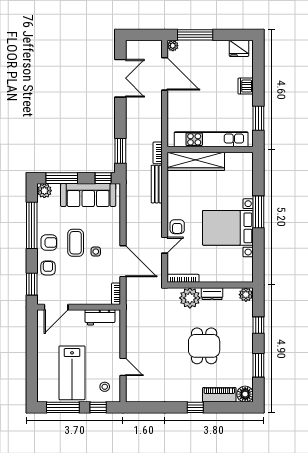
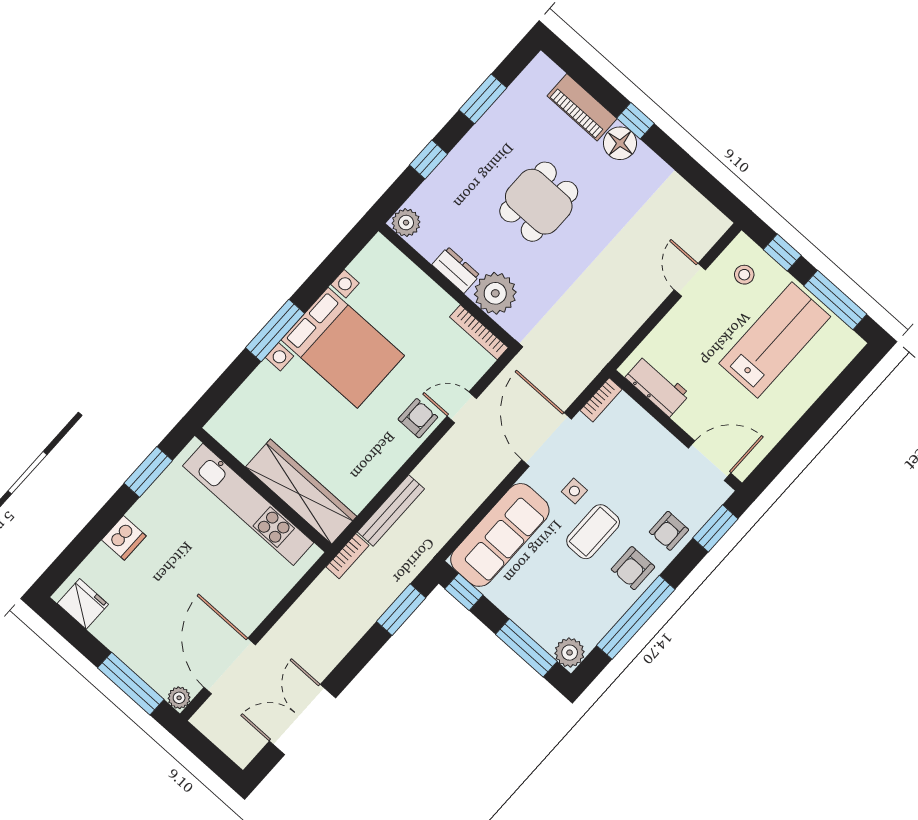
sofa: (88, 195) -> (500, 535), moved, turned 90
armchair: (49, 243) -> (633, 568), turned -90
floor lamp: (245, 394) -> (620, 143), moved

